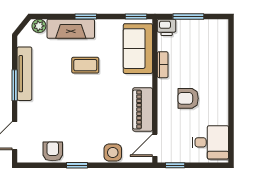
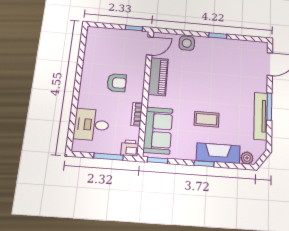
desk: (210, 142) -> (91, 125), moved
armchair: (53, 151) -> (238, 49), removed

